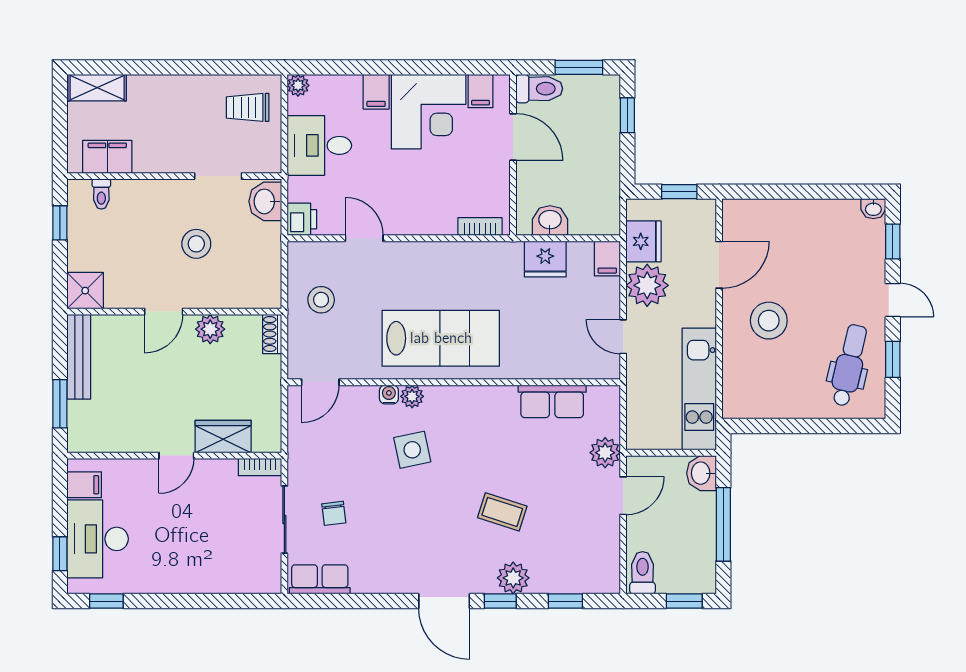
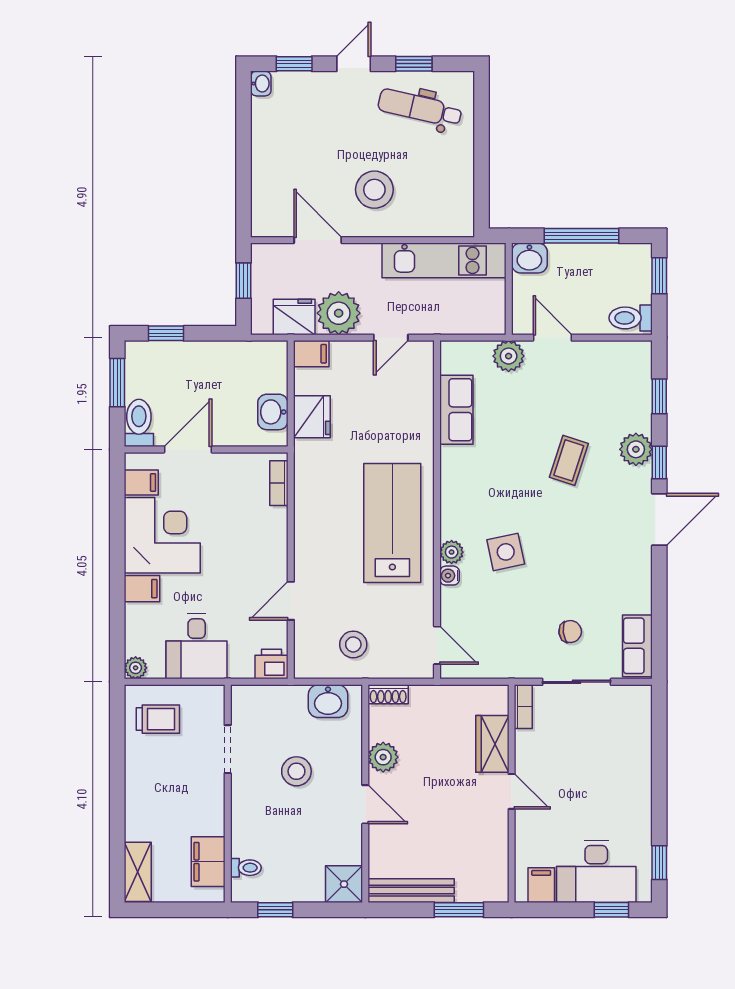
trolley: (248, 107) -> (158, 719), turned -90
washbasin: (265, 201) -> (328, 701), moved

